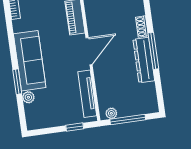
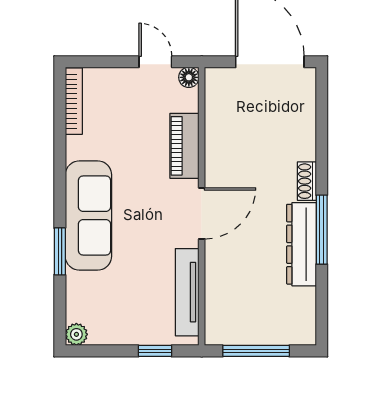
plant: (28, 97) -> (76, 334), moved
plant: (111, 113) -> (227, 335), removed

